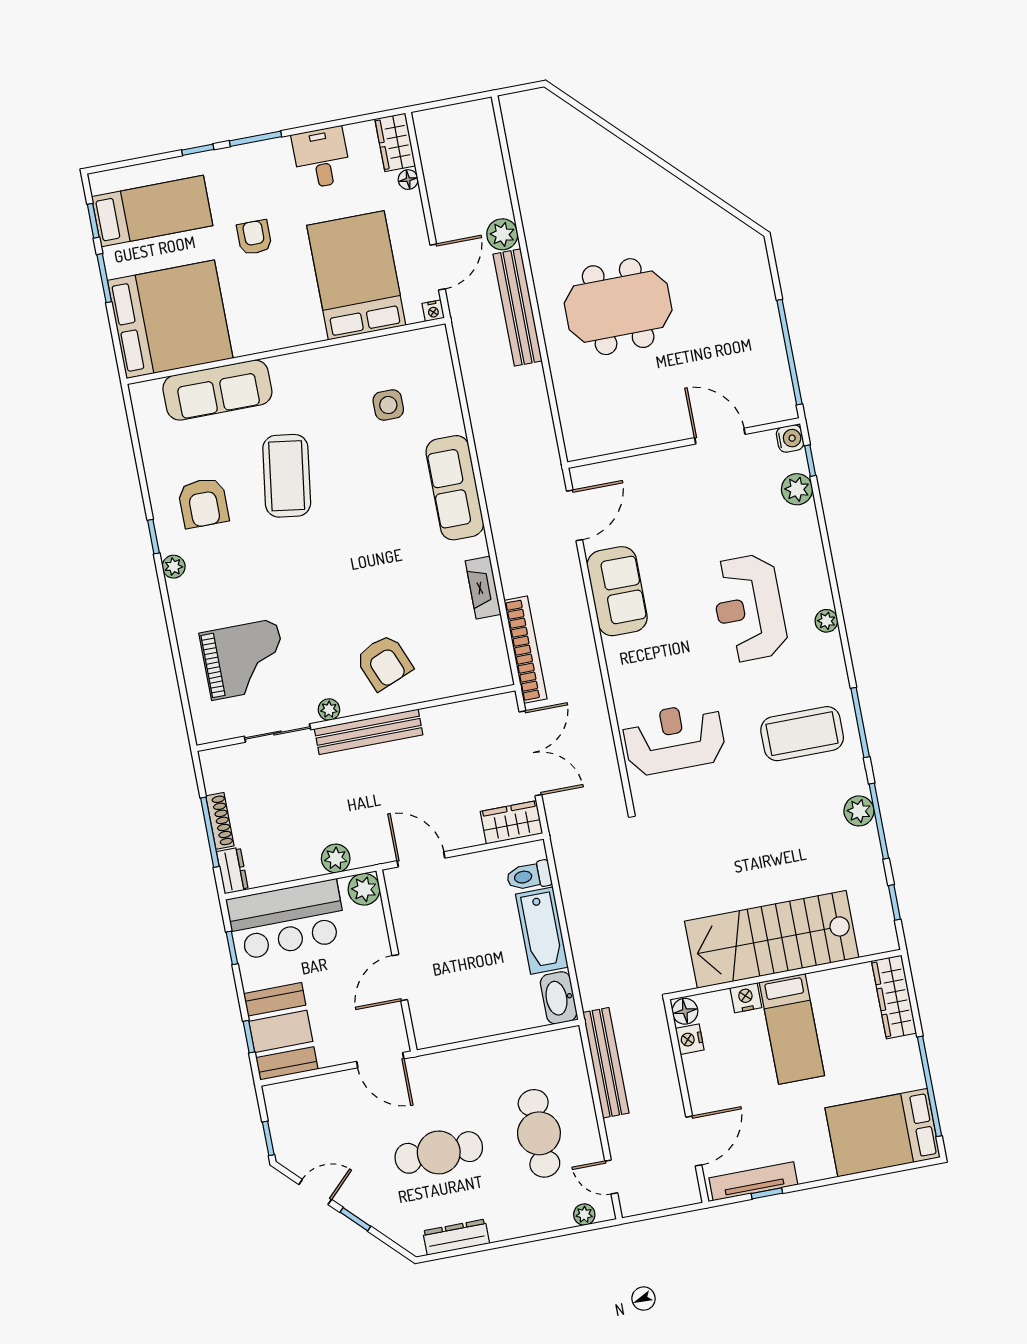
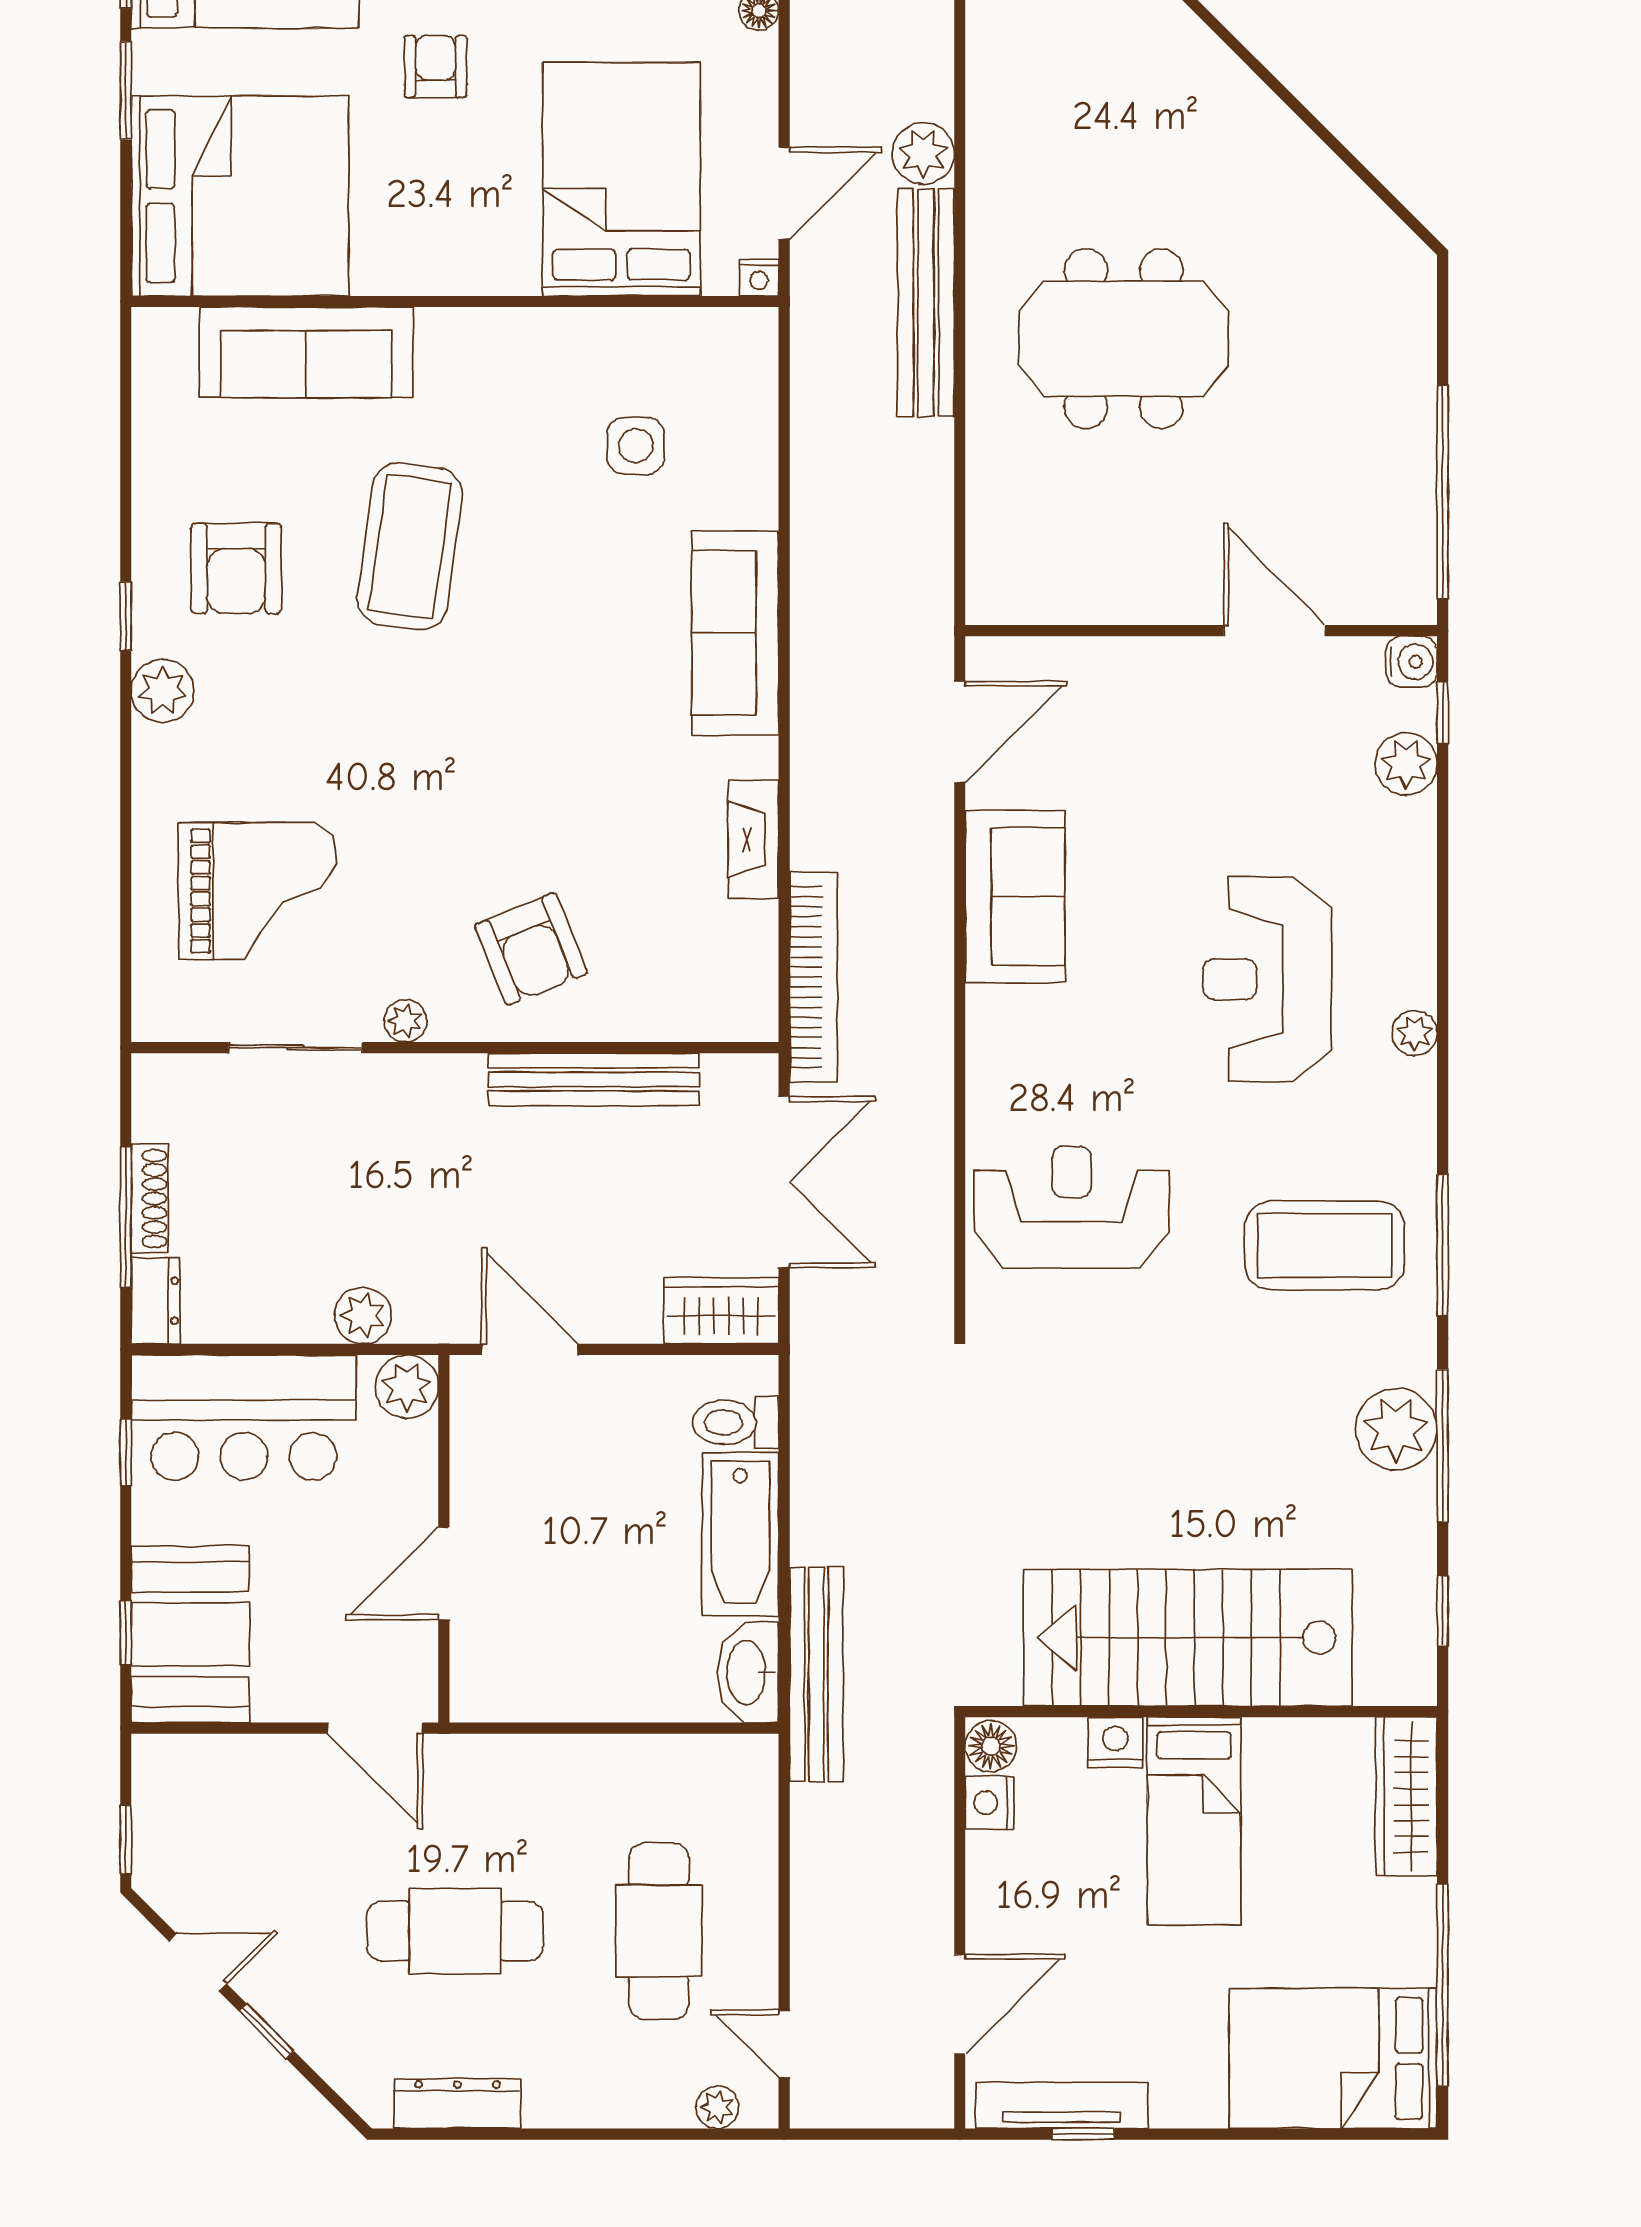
plant: (174, 567) -> (163, 691), width x1.38, depth x1.38
bench: (369, 732) -> (594, 1079), moved
plant: (859, 811) -> (1396, 1429), width x1.36, depth x1.36
bench: (606, 1063) -> (816, 1674), moved

